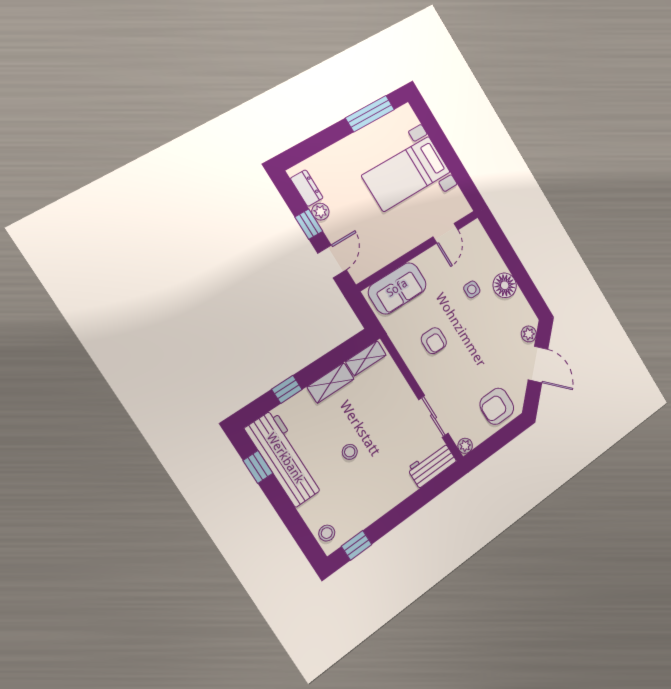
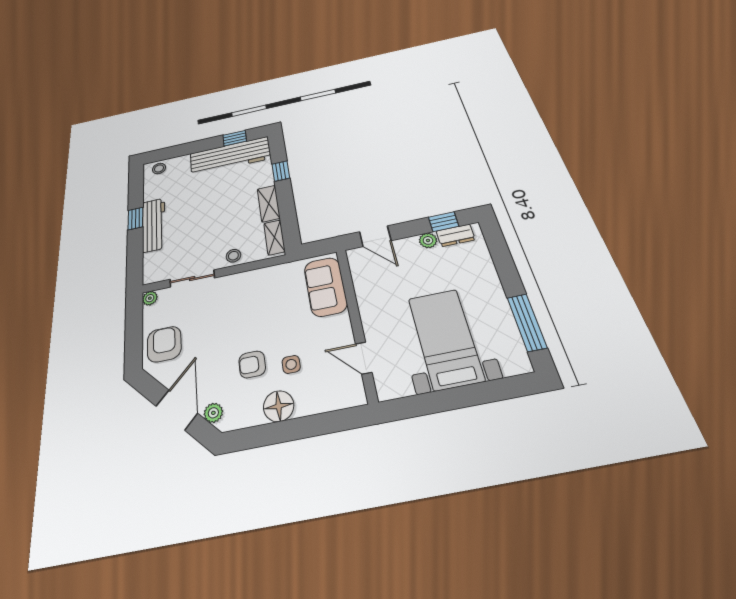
window: (309, 224) -> (444, 222), moved
armchair: (434, 341) -> (252, 364), moved
door: (538, 364) -> (177, 410), swing flipped
stool: (350, 452) -> (233, 256), moved
workbench: (432, 465) -> (154, 225), moved, width x1.38
window: (357, 545) -> (135, 219), moved

